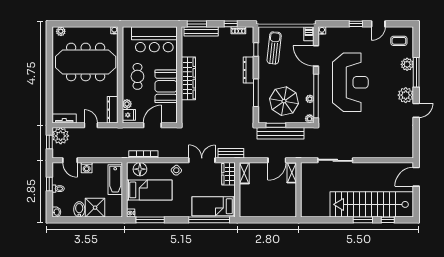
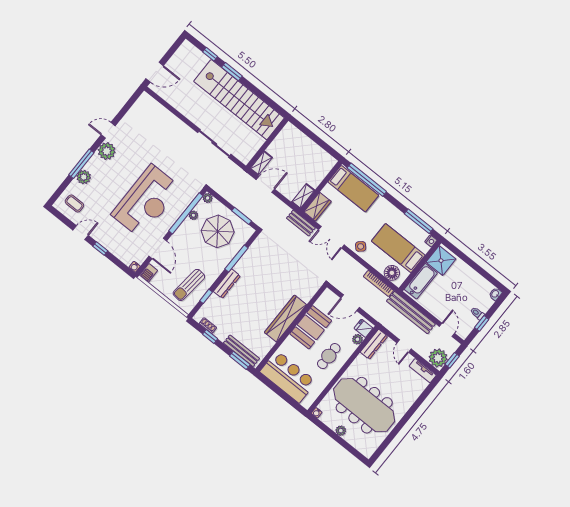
plant: (61, 31) -> (341, 431), moved
reception desk: (350, 82) -> (146, 201), turned 180
bench: (280, 133) -> (411, 313), moved
washing machine: (87, 168) -> (438, 312), removed
stairs: (372, 204) -> (239, 100), moved
shower: (95, 208) -> (441, 261), moved
bidet: (79, 209) -> (473, 280), removed

